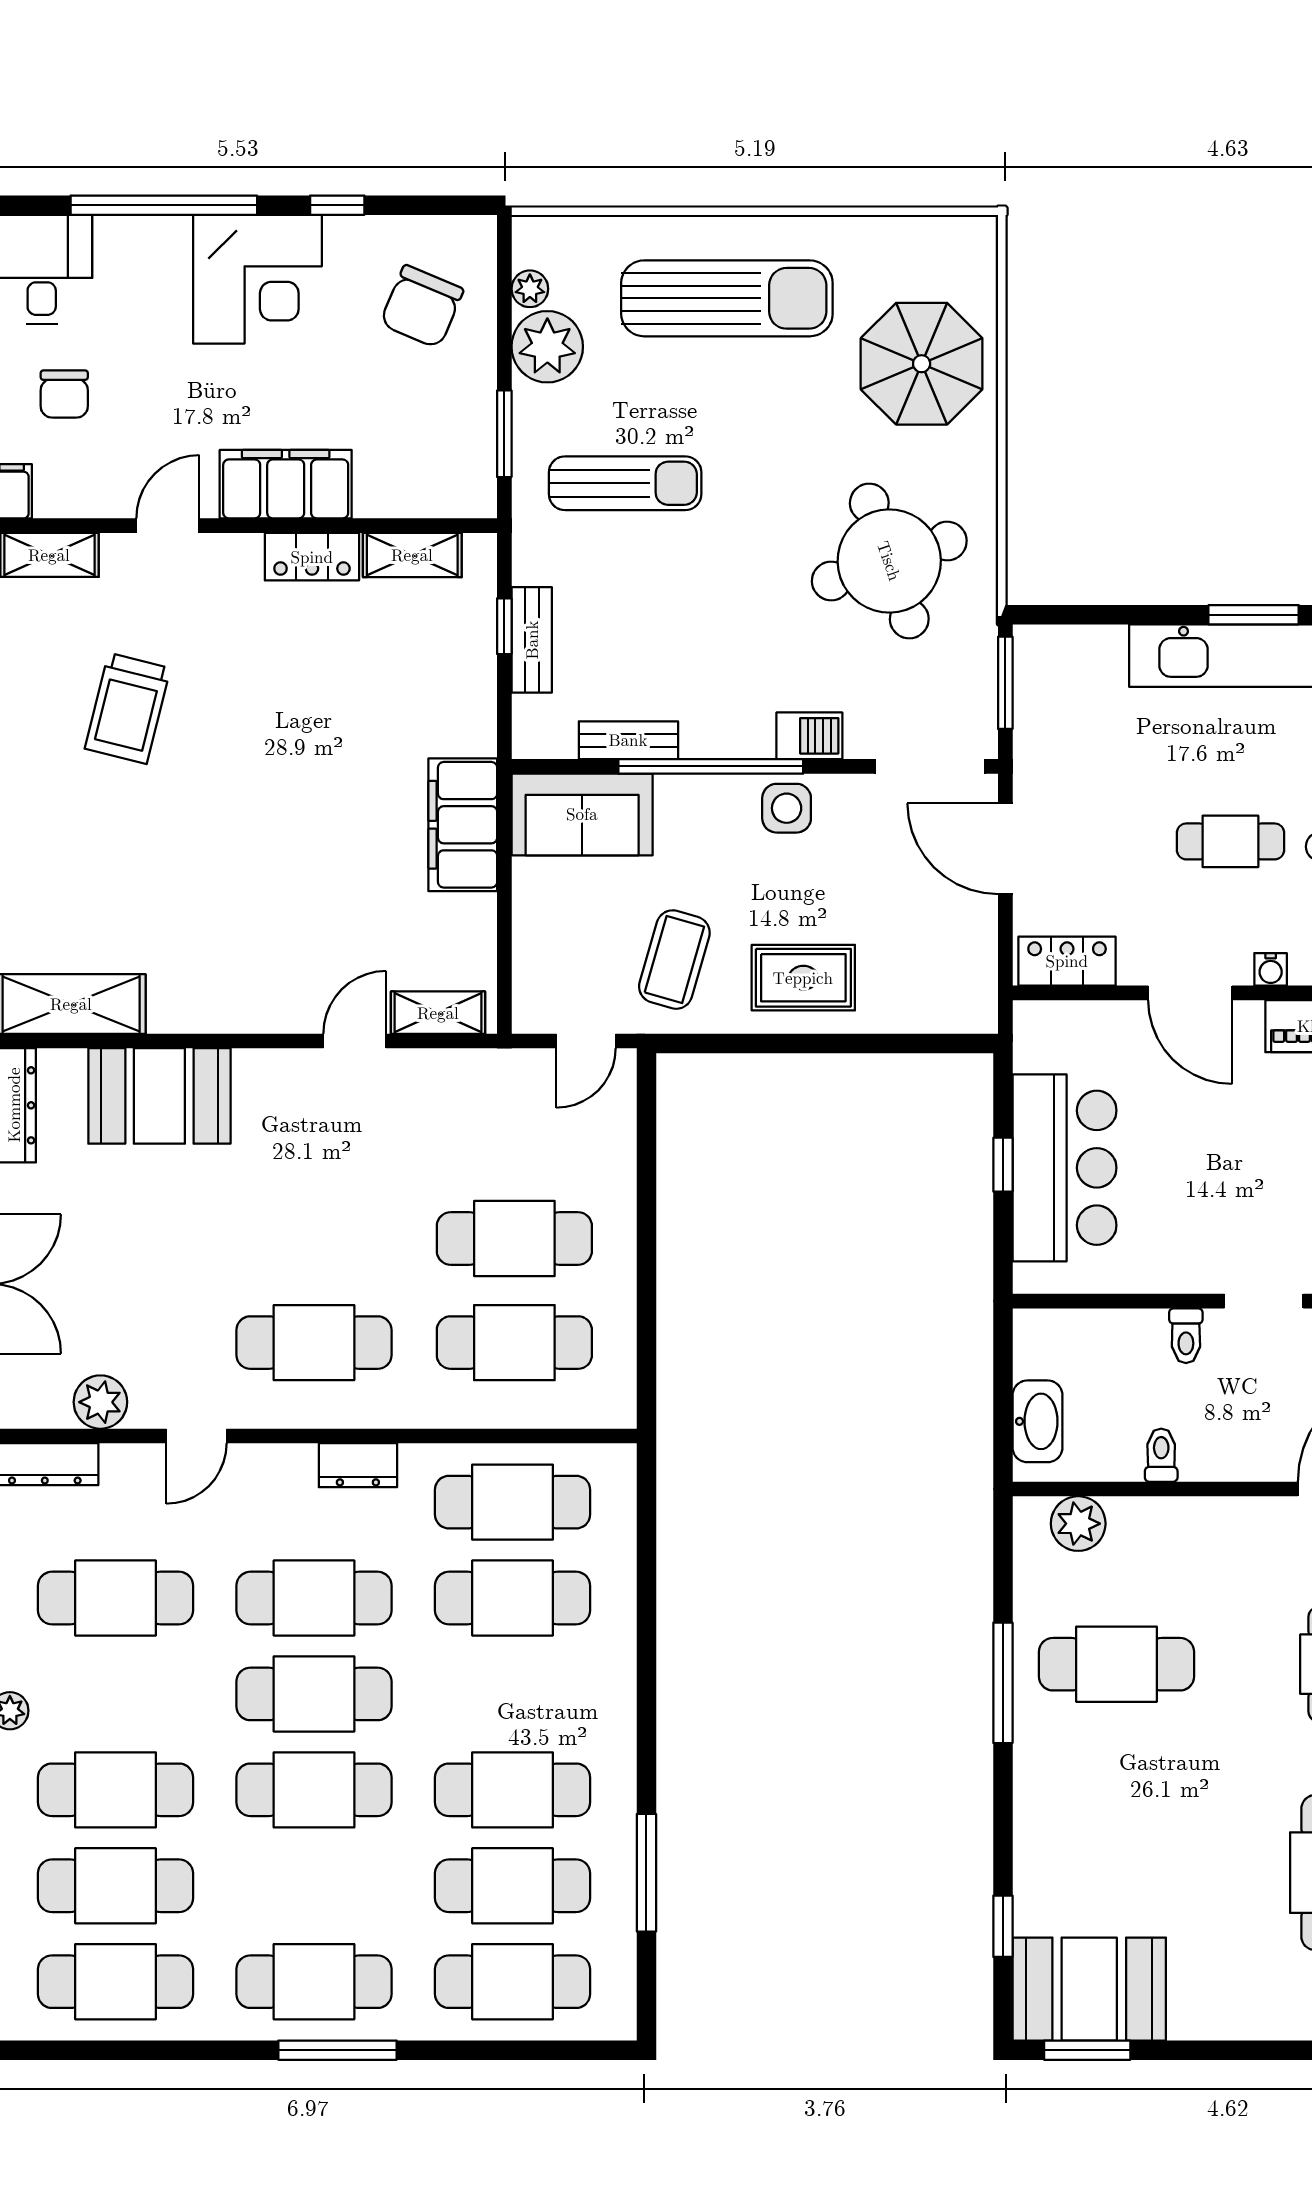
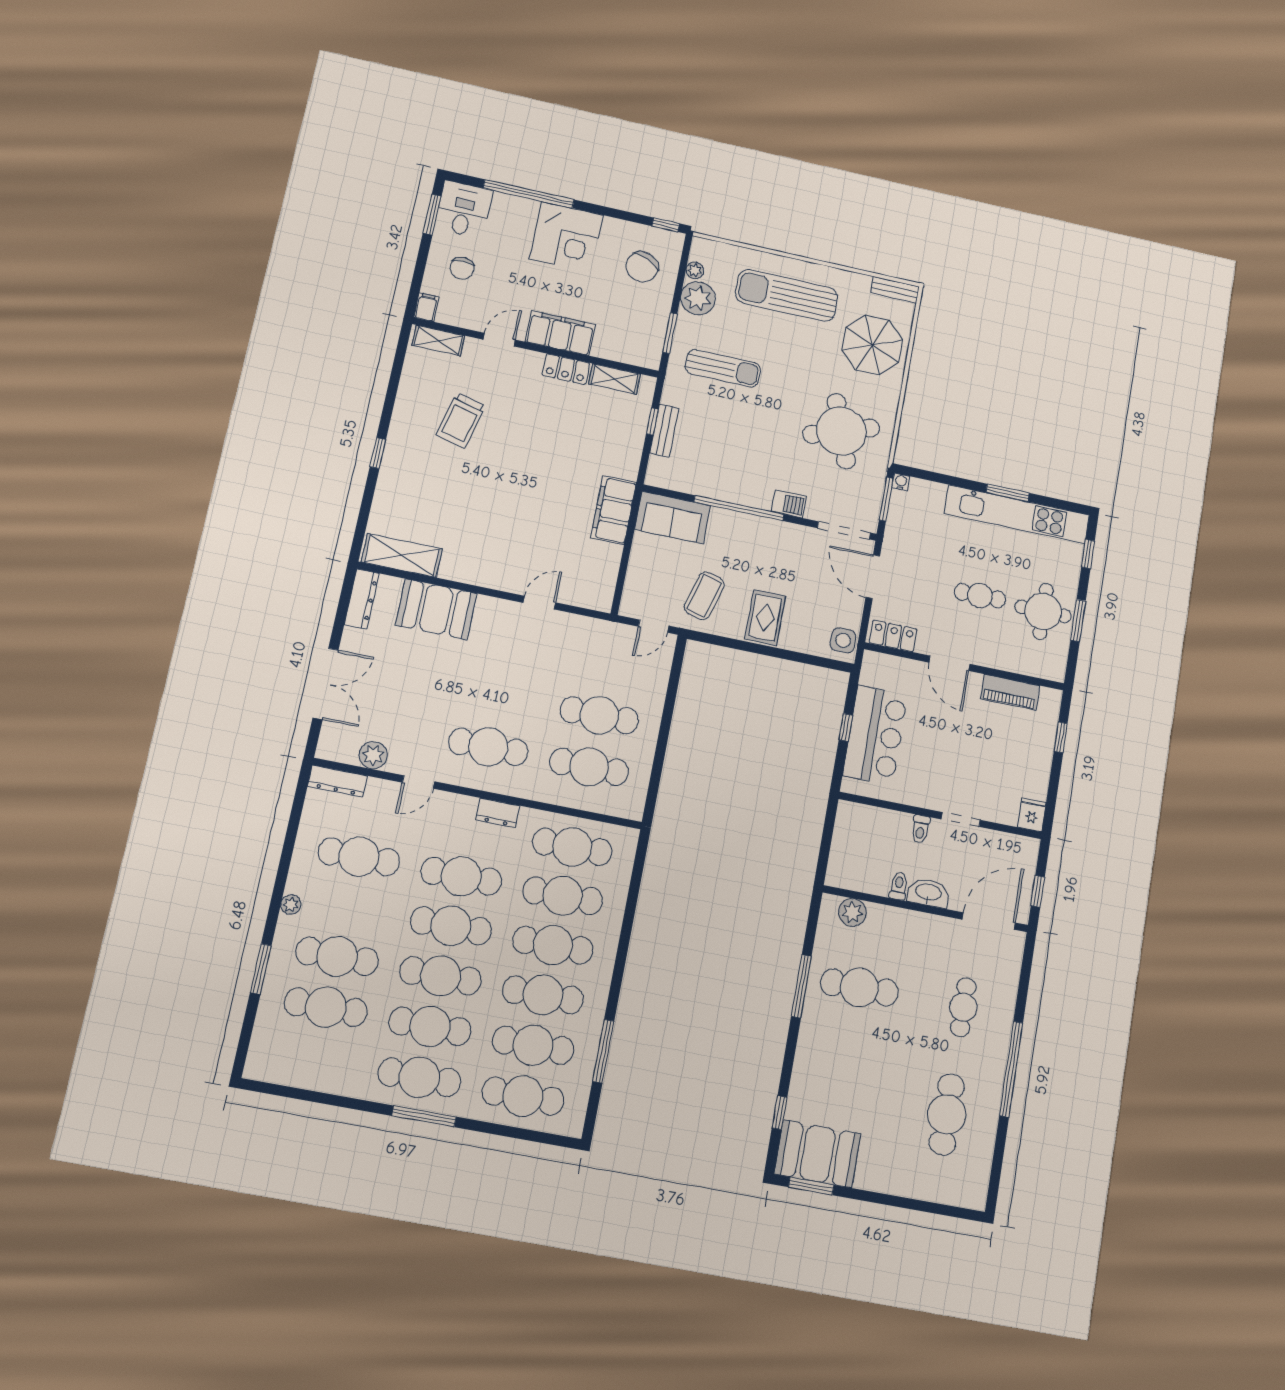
window: (337, 205) -> (666, 225), moved
sun lounger: (727, 298) -> (787, 295), turned 180
bench: (628, 740) -> (895, 290), moved
side table: (787, 808) -> (843, 640), moved
water cooler: (1271, 969) -> (901, 482), moved, turned 180
rug: (803, 978) -> (765, 618), turned 90
shelving: (438, 1013) -> (583, 597), removed
washbasin: (1037, 1421) -> (928, 893), moved, turned -90
cafe table: (513, 1694) -> (553, 945), added
cafe table: (115, 1982) -> (430, 1026), moved

